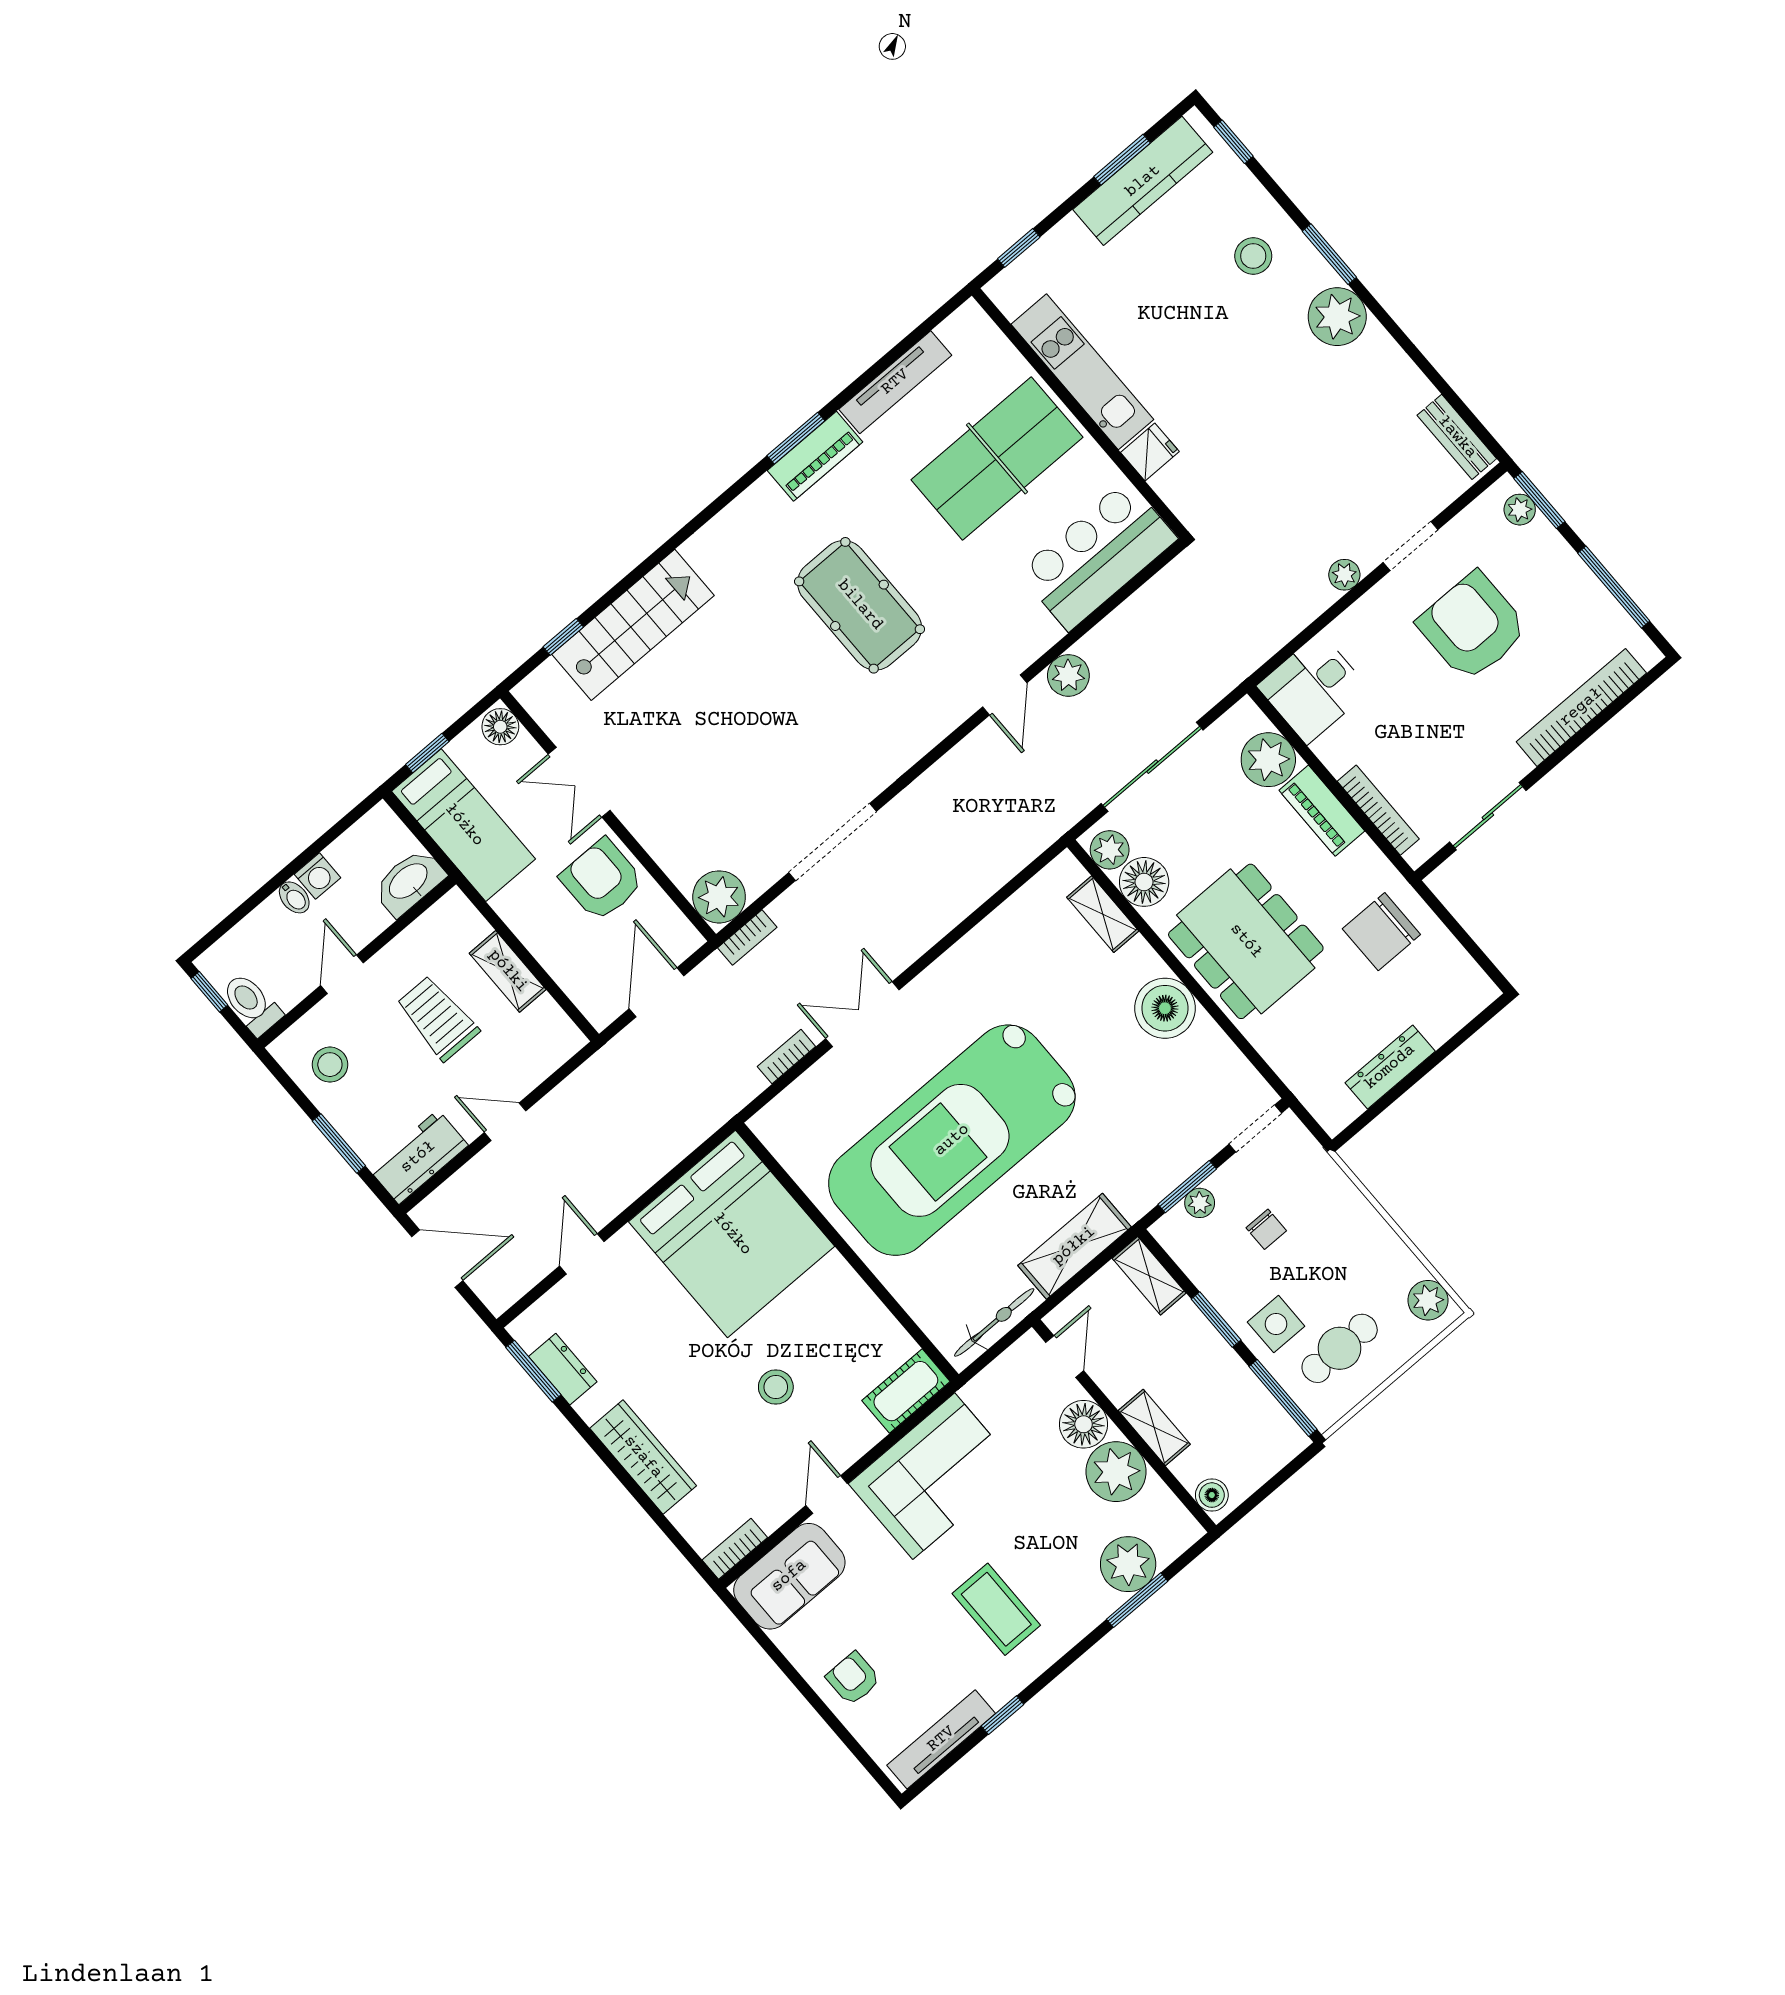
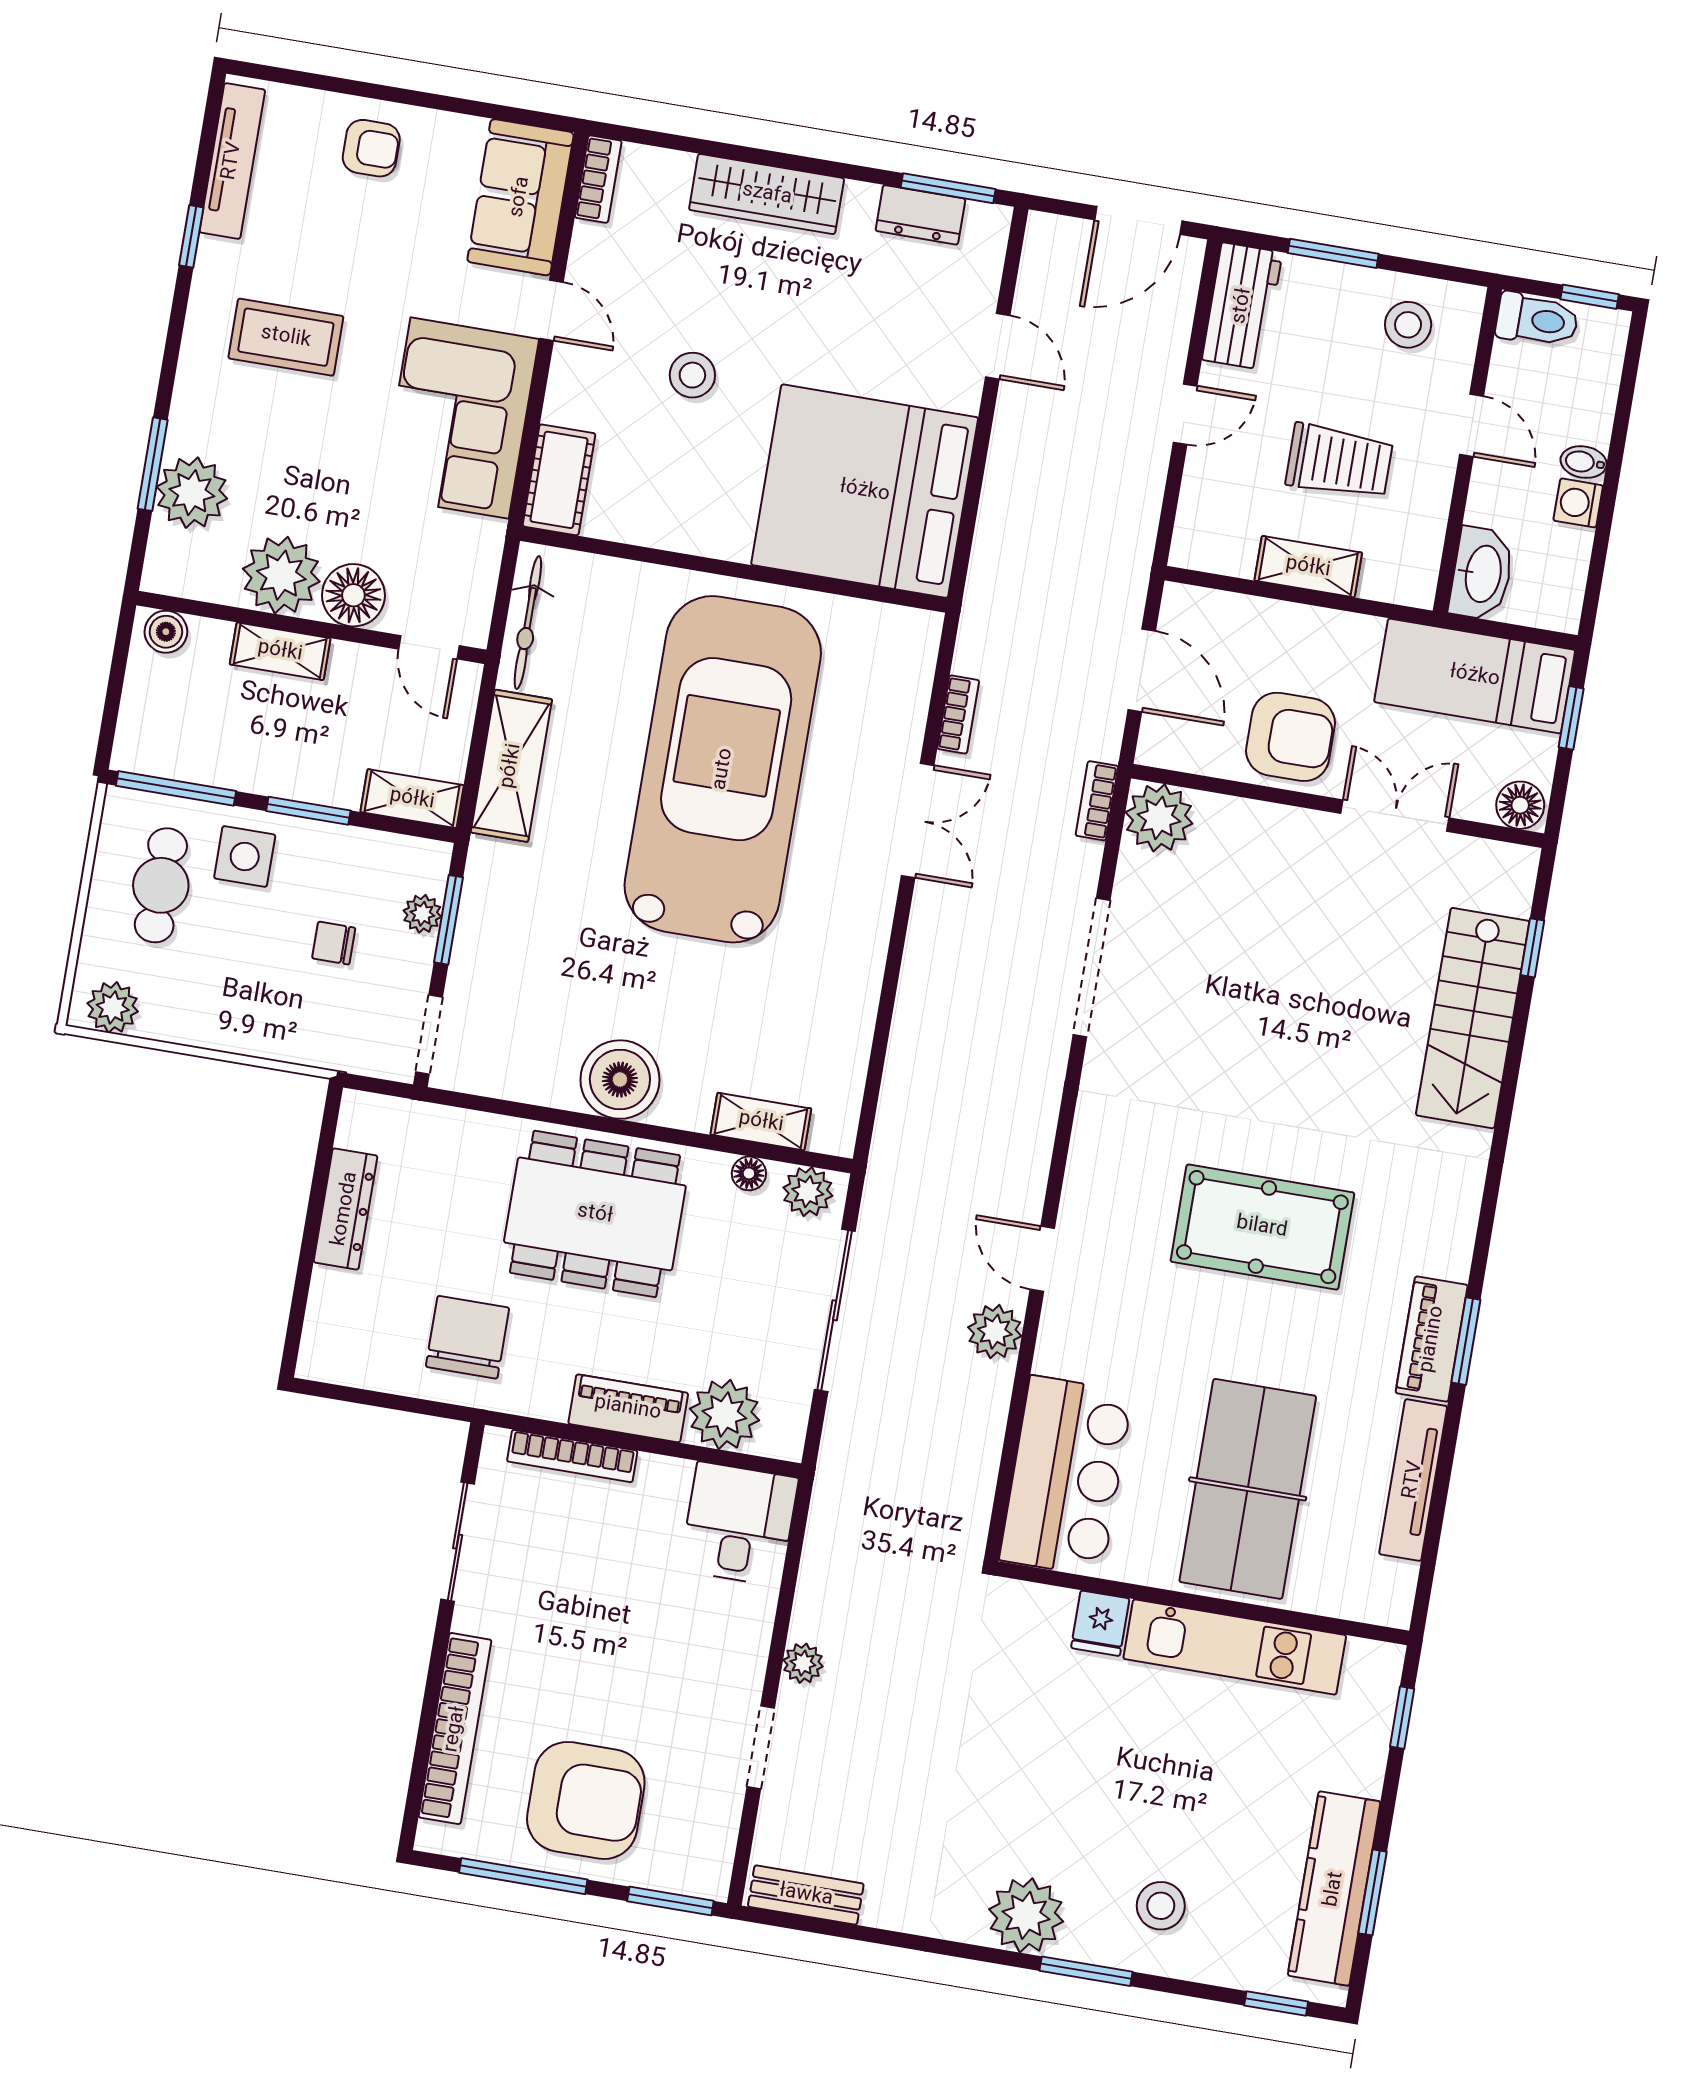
plant: (1520, 510) -> (682, 1875), removed
armchair: (1473, 627) -> (586, 1800), moved
floor lamp: (1144, 882) -> (749, 1173), width x0.53, depth x0.53

